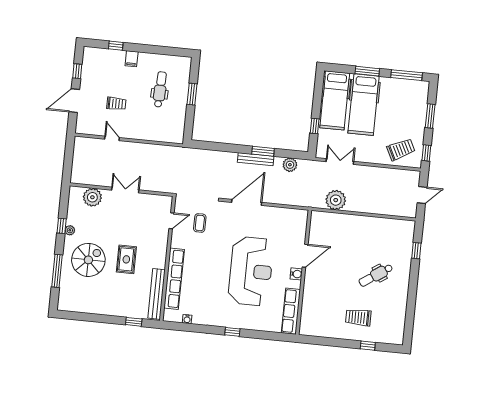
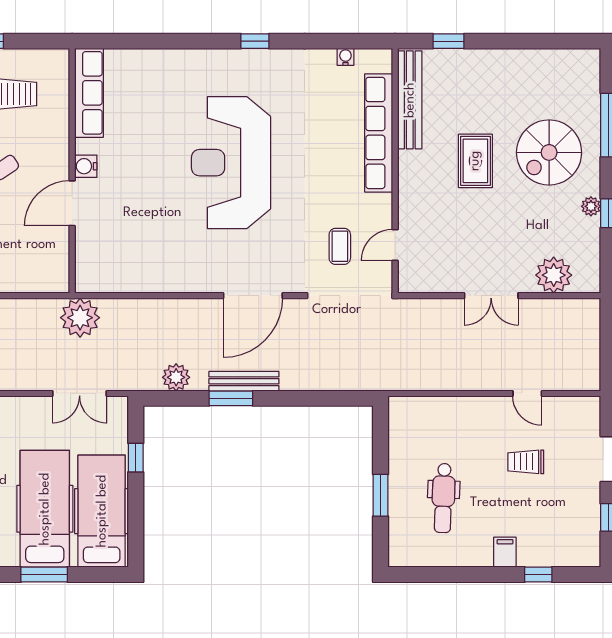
door: (305, 256) -> (72, 203), moved
wall: (303, 272) -> (72, 171), moved
water cooler: (296, 274) -> (86, 166), moved
row of seats: (291, 311) -> (89, 93), moved

